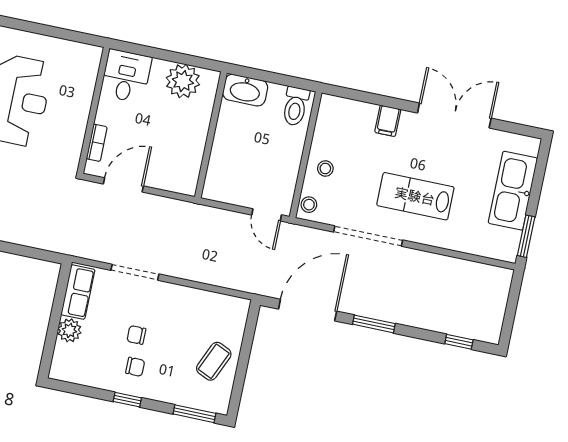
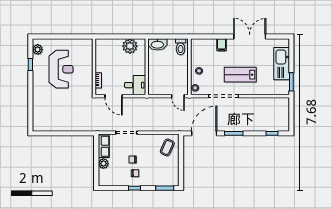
desk: (126, 76) -> (135, 85), moved, turned 90
door: (123, 185) -> (114, 96), swing flipped
coffee table: (214, 361) -> (167, 147), moved

